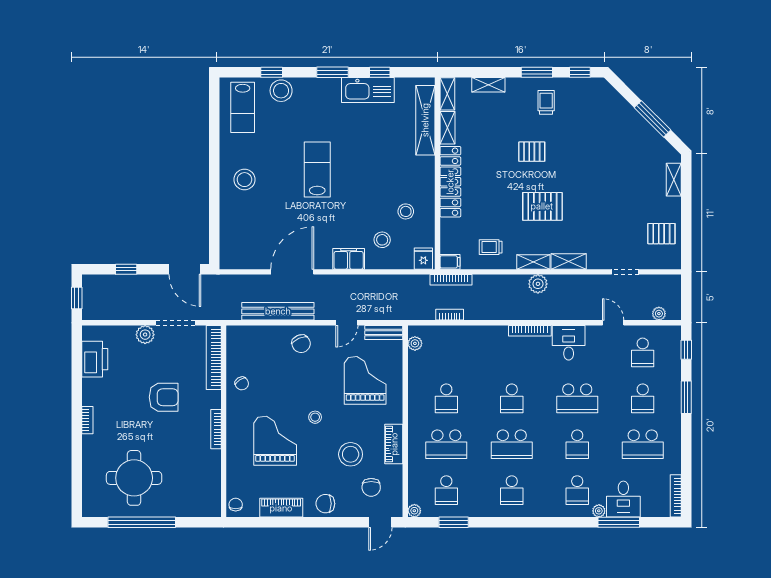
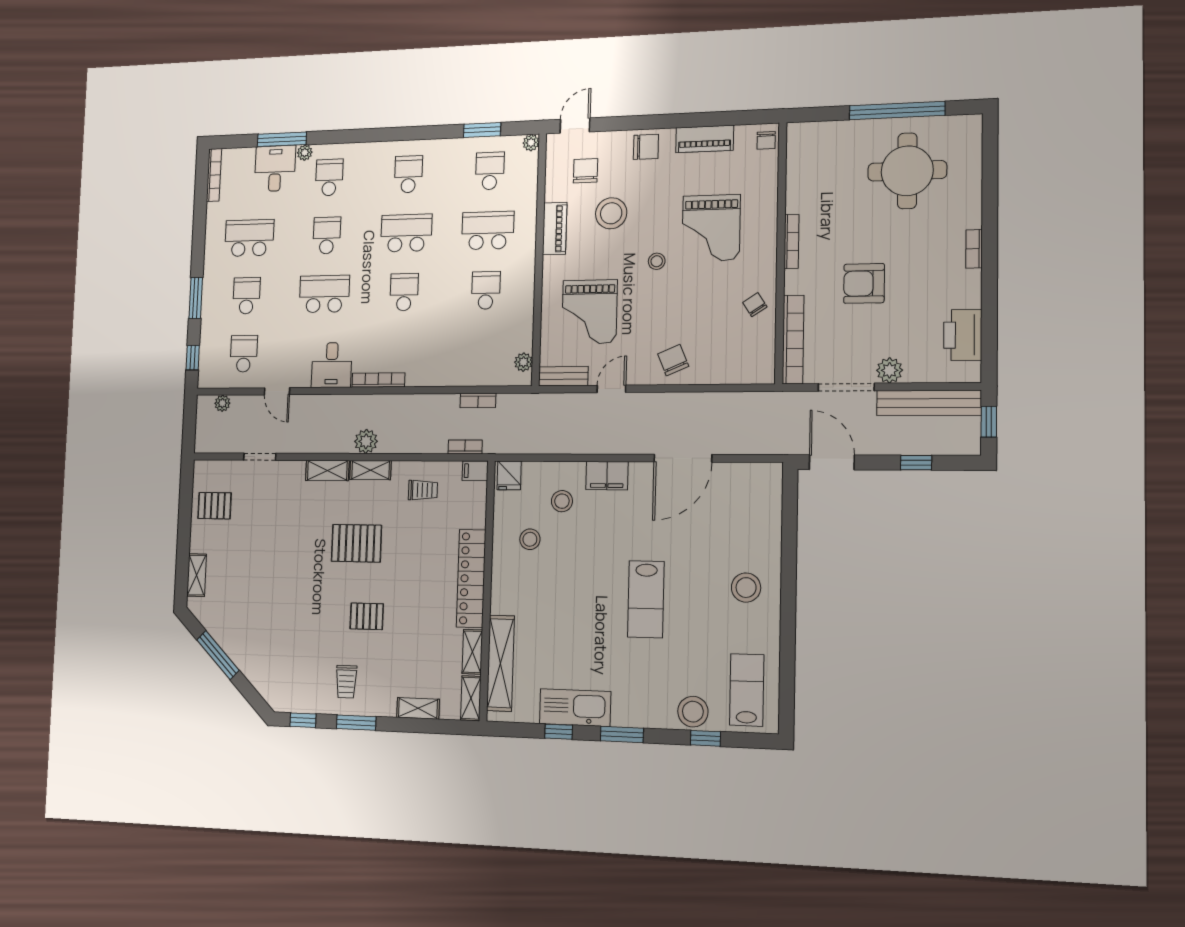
bookcase: (451, 280) -> (465, 447), width x0.64
bench: (278, 311) -> (929, 403), moved

